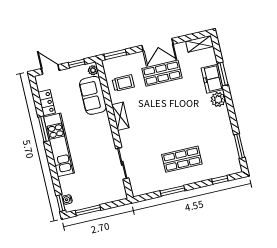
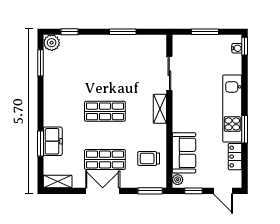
plant: (218, 99) -> (52, 43), moved
shelving: (120, 116) -> (160, 109), moved
shop shelf: (182, 159) -> (105, 111), moved
window: (88, 210) -> (205, 32), moved

